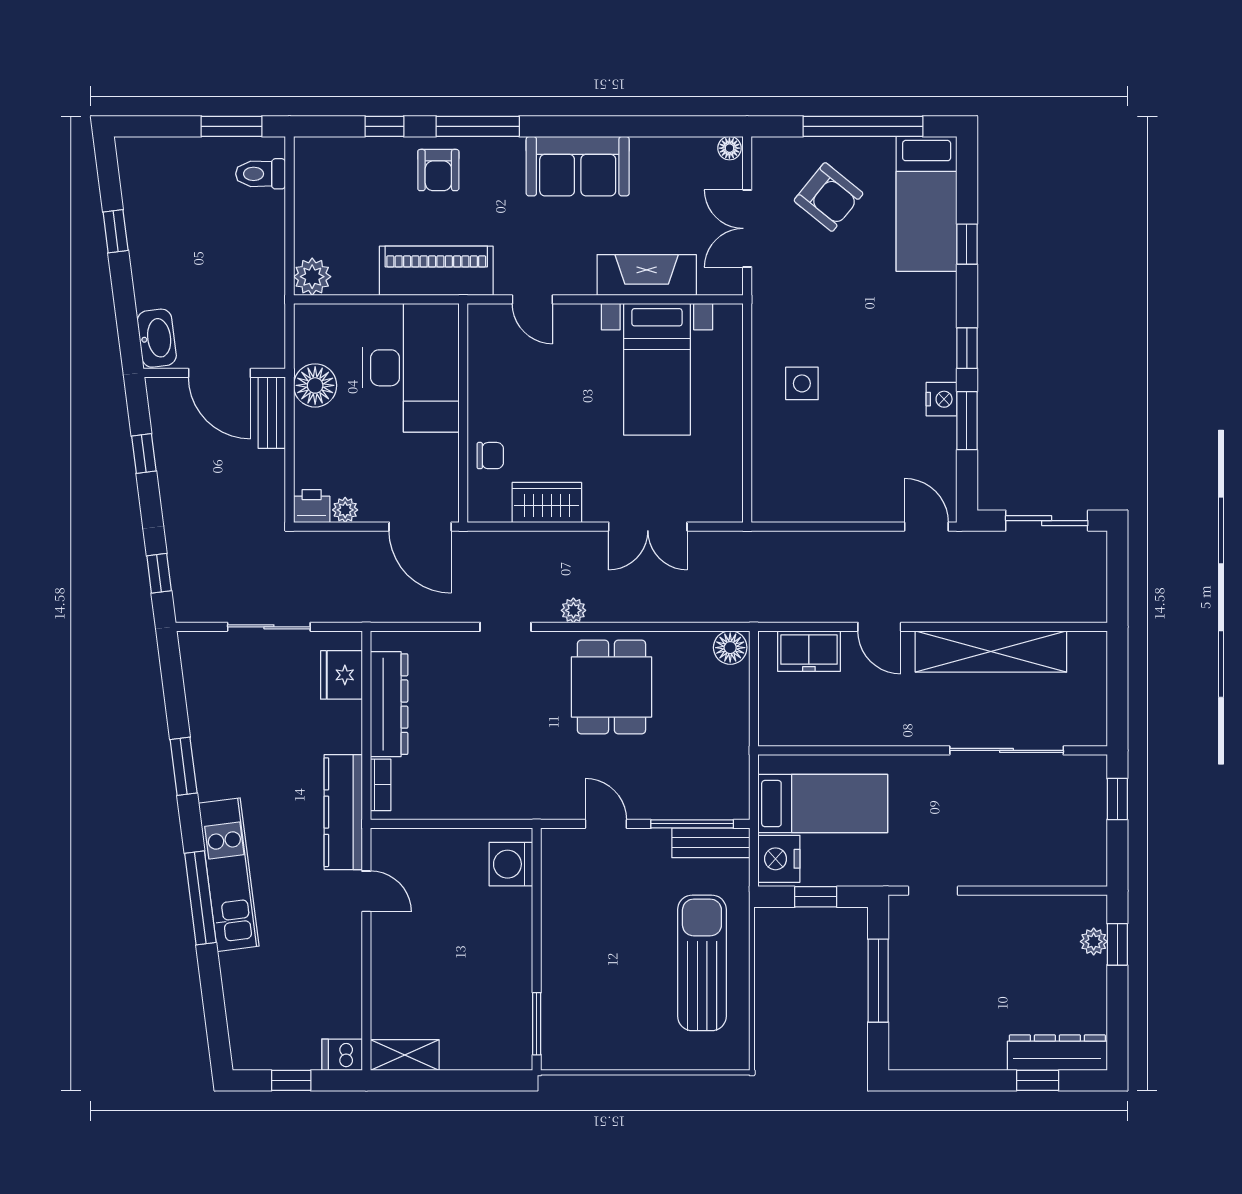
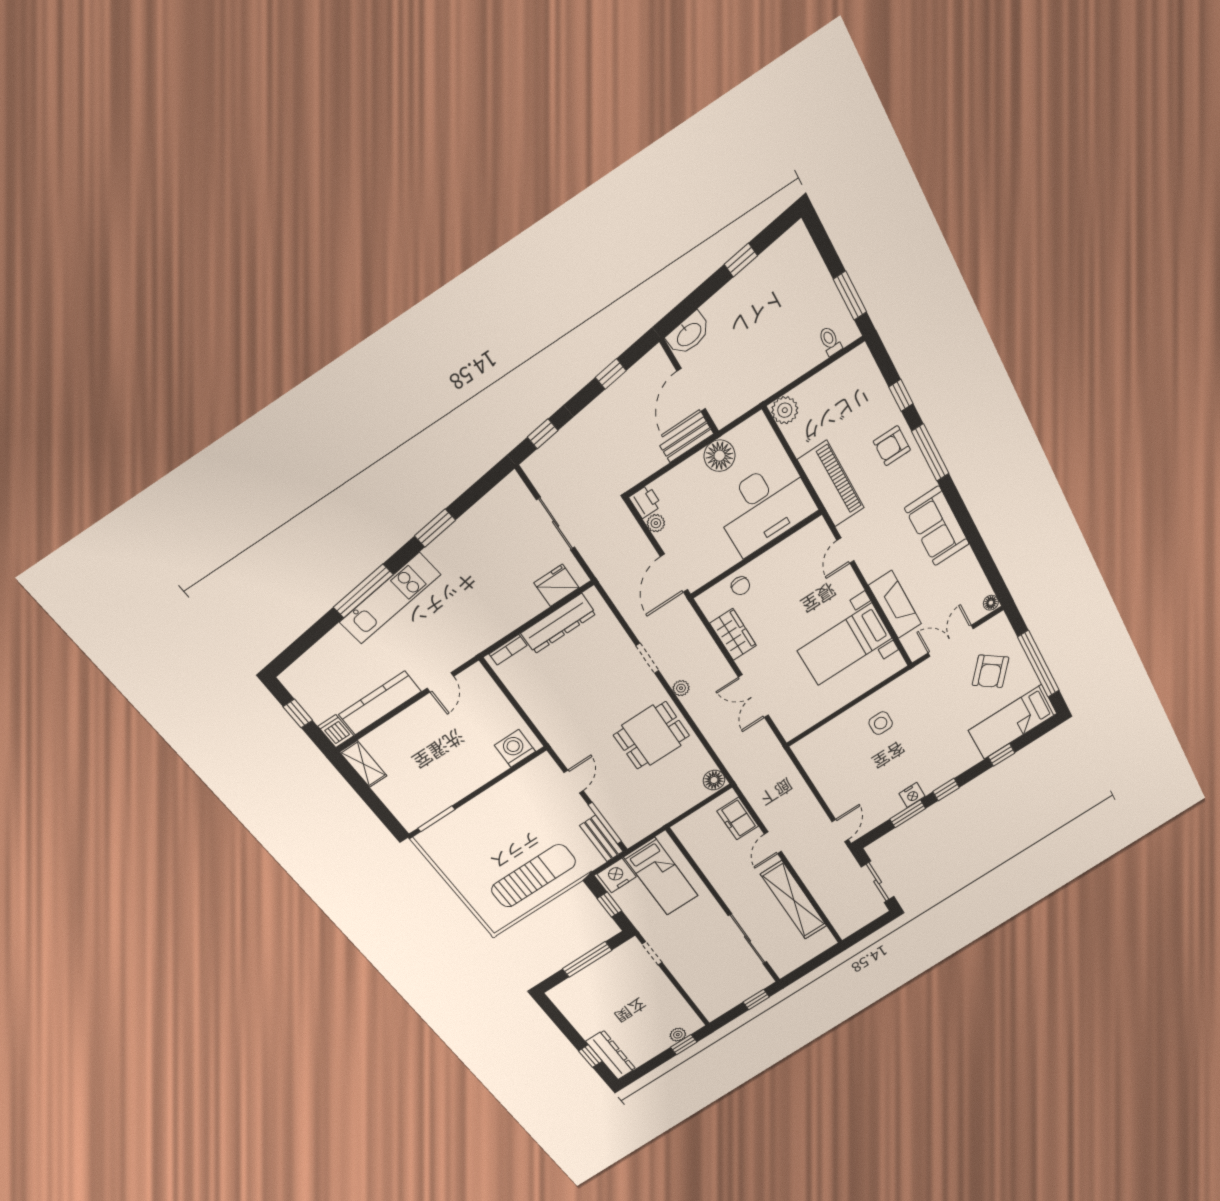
toilet: (261, 174) -> (830, 341), width x0.73, depth x0.72
kitchen counter: (343, 812) -> (380, 703), moved

